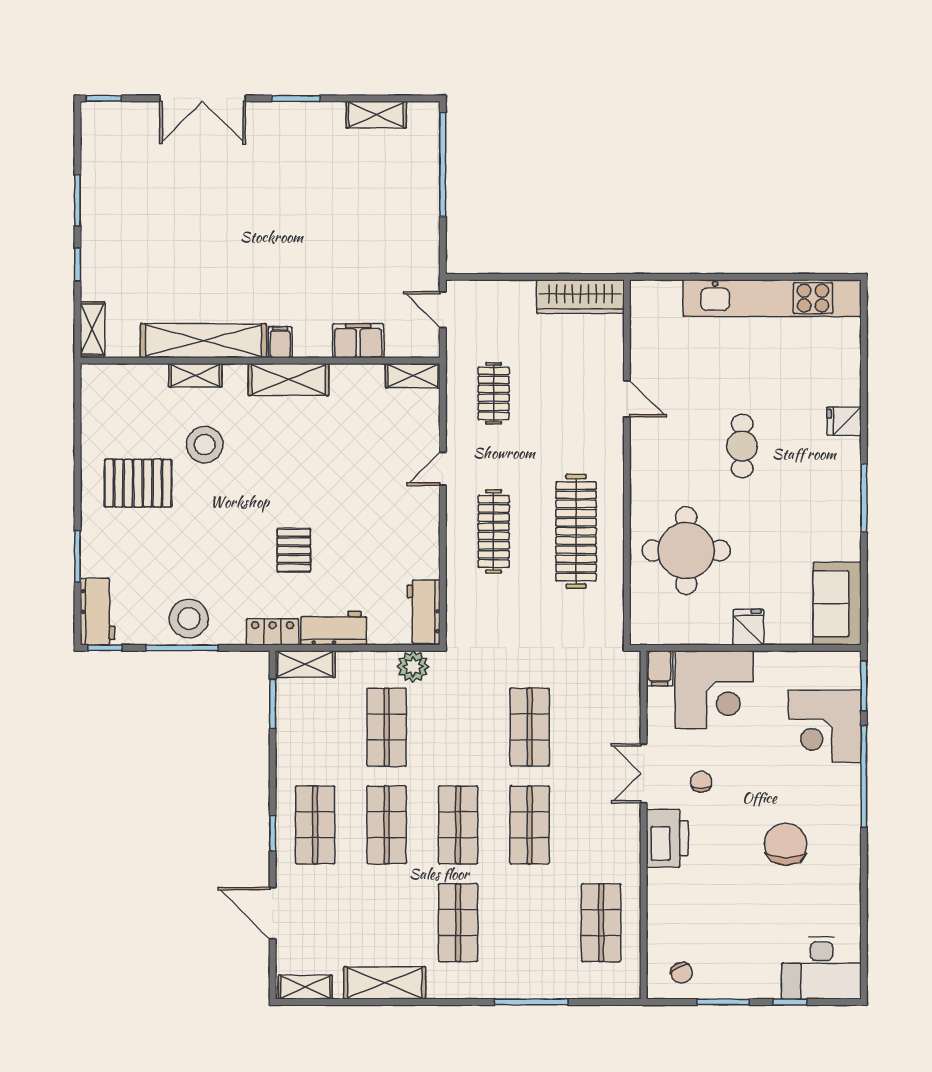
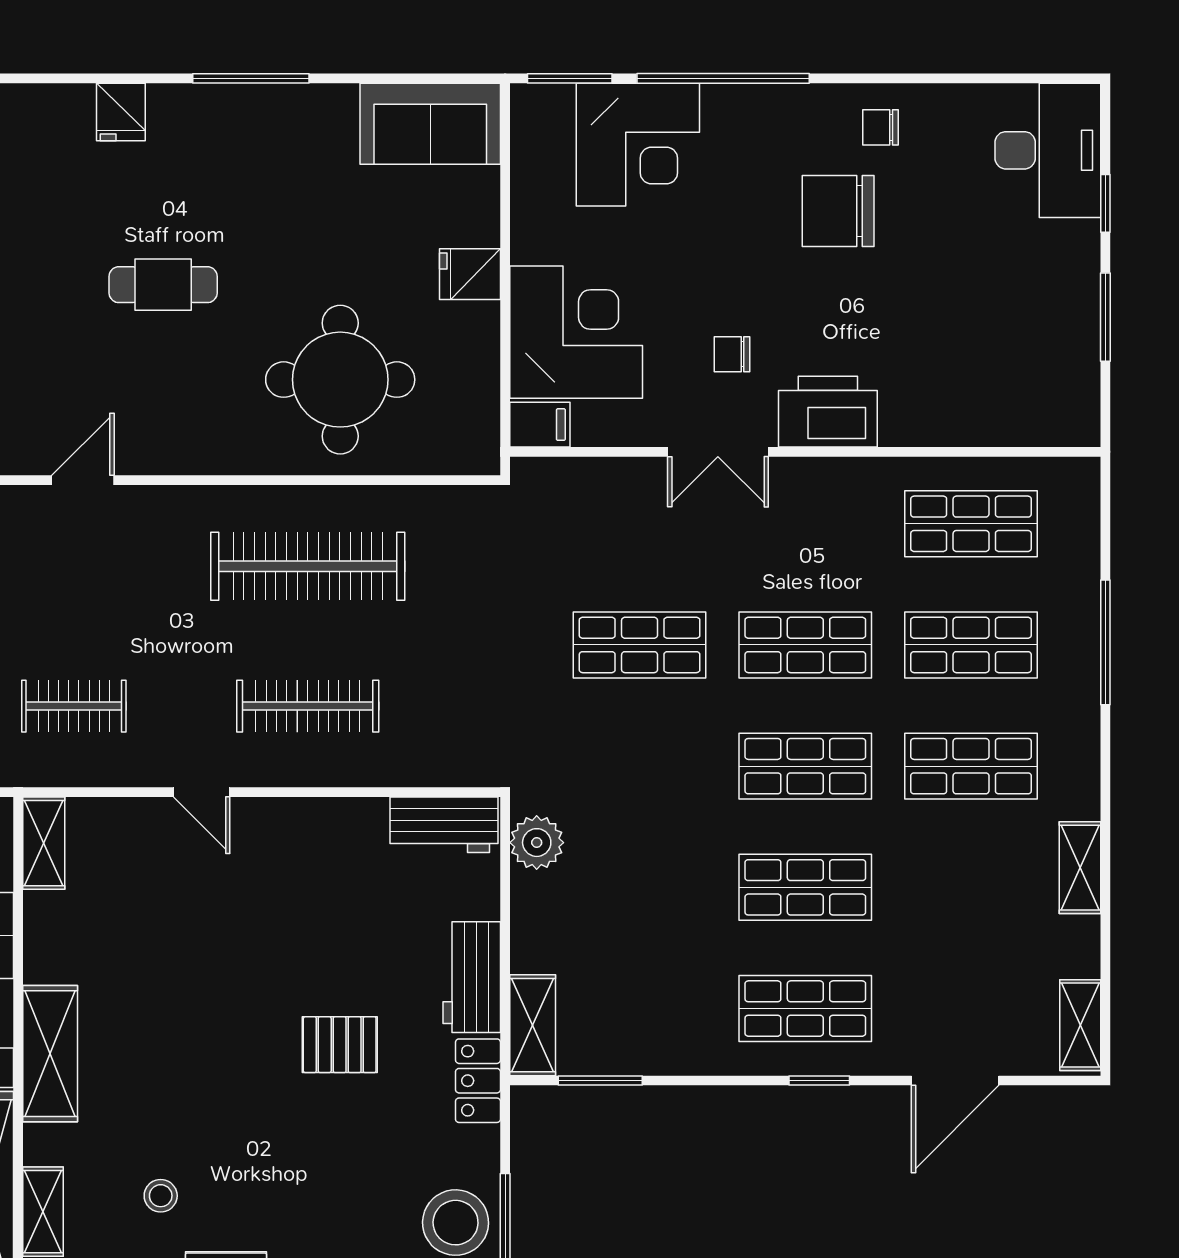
stool: (205, 445) -> (161, 1196), width x0.53, depth x0.53
shop shelf: (387, 727) -> (971, 645), moved
chair: (682, 973) -> (881, 127), moved, turned -153
shelving: (385, 983) -> (1080, 868), width x0.67, depth x0.75

